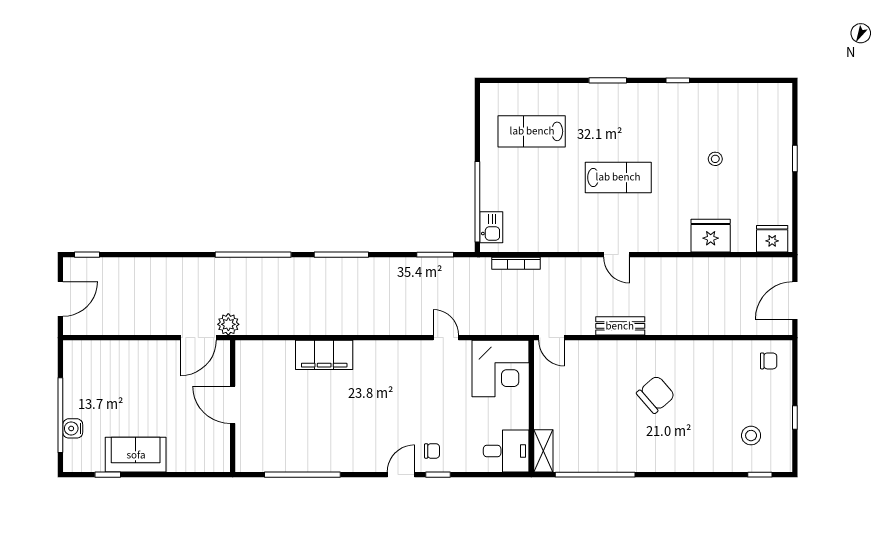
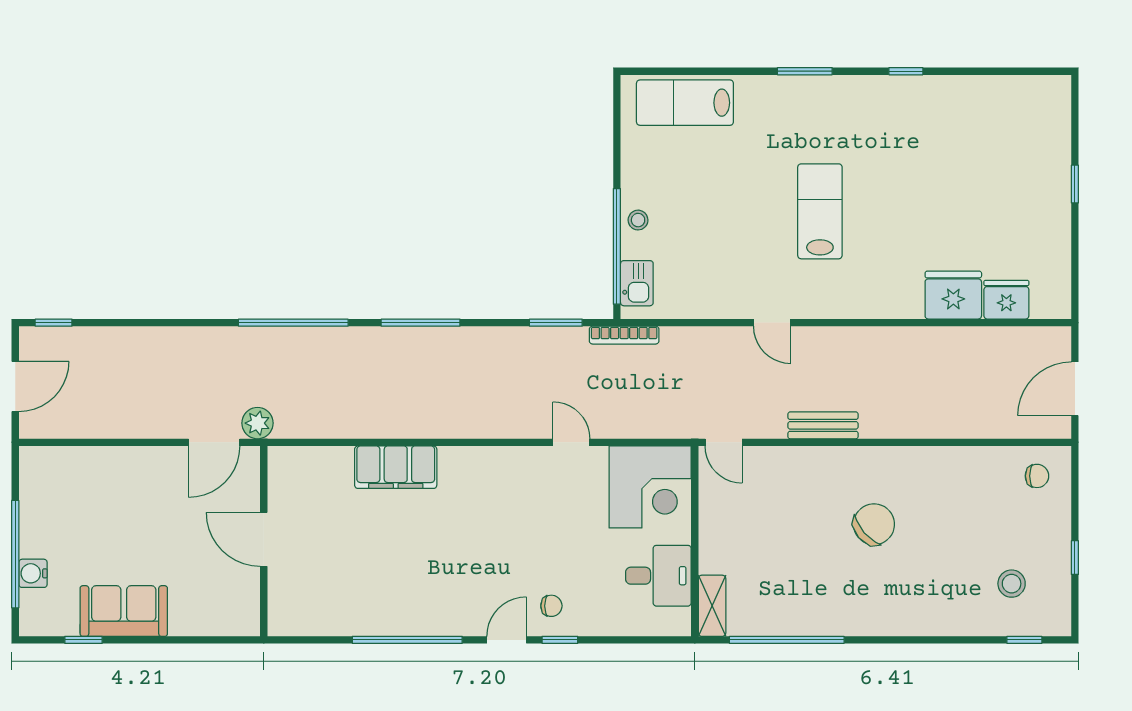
lab bench: (532, 131) -> (685, 103), moved
stool: (715, 159) -> (638, 220), moved
lab bench: (618, 177) -> (820, 211), turned -90
fridge: (772, 239) -> (1006, 300), moved
door: (617, 255) -> (772, 323), moved
bookcase: (516, 263) -> (624, 335), moved
desk: (506, 451) -> (658, 576), moved
window: (302, 475) -> (407, 640), moved

